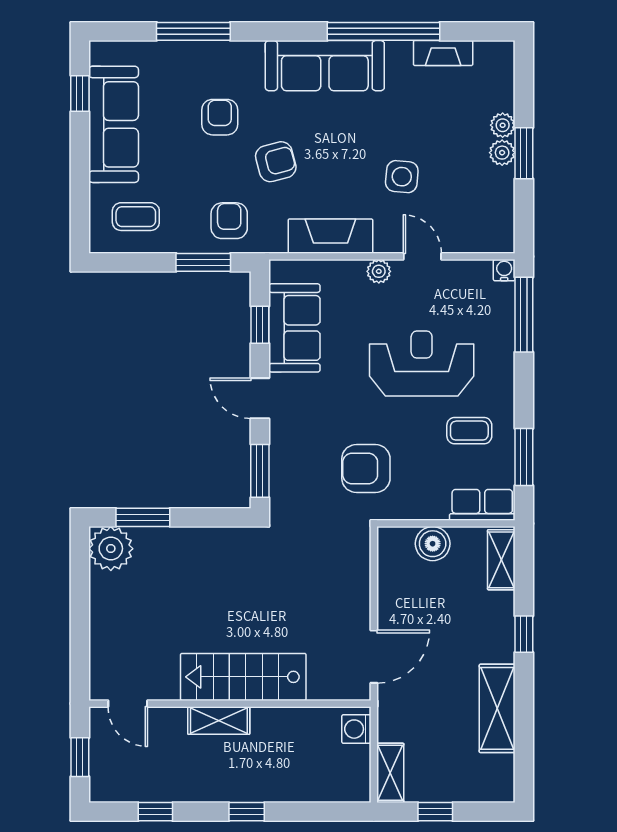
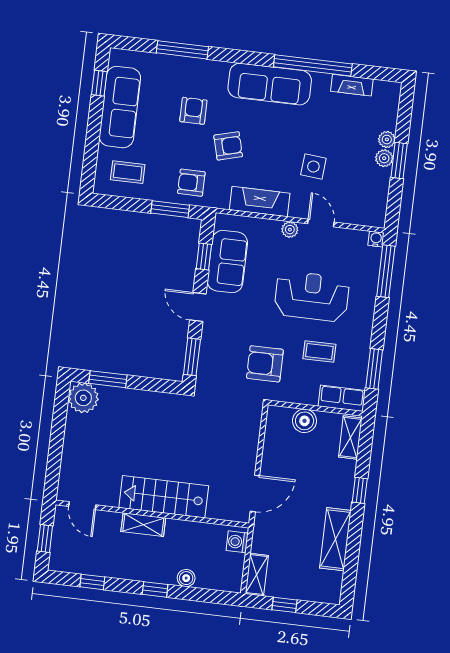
armchair: (229, 221) -> (191, 183), turned -90
coffee table: (469, 431) -> (319, 352), moved
boiler: (289, 790) -> (186, 578), added

